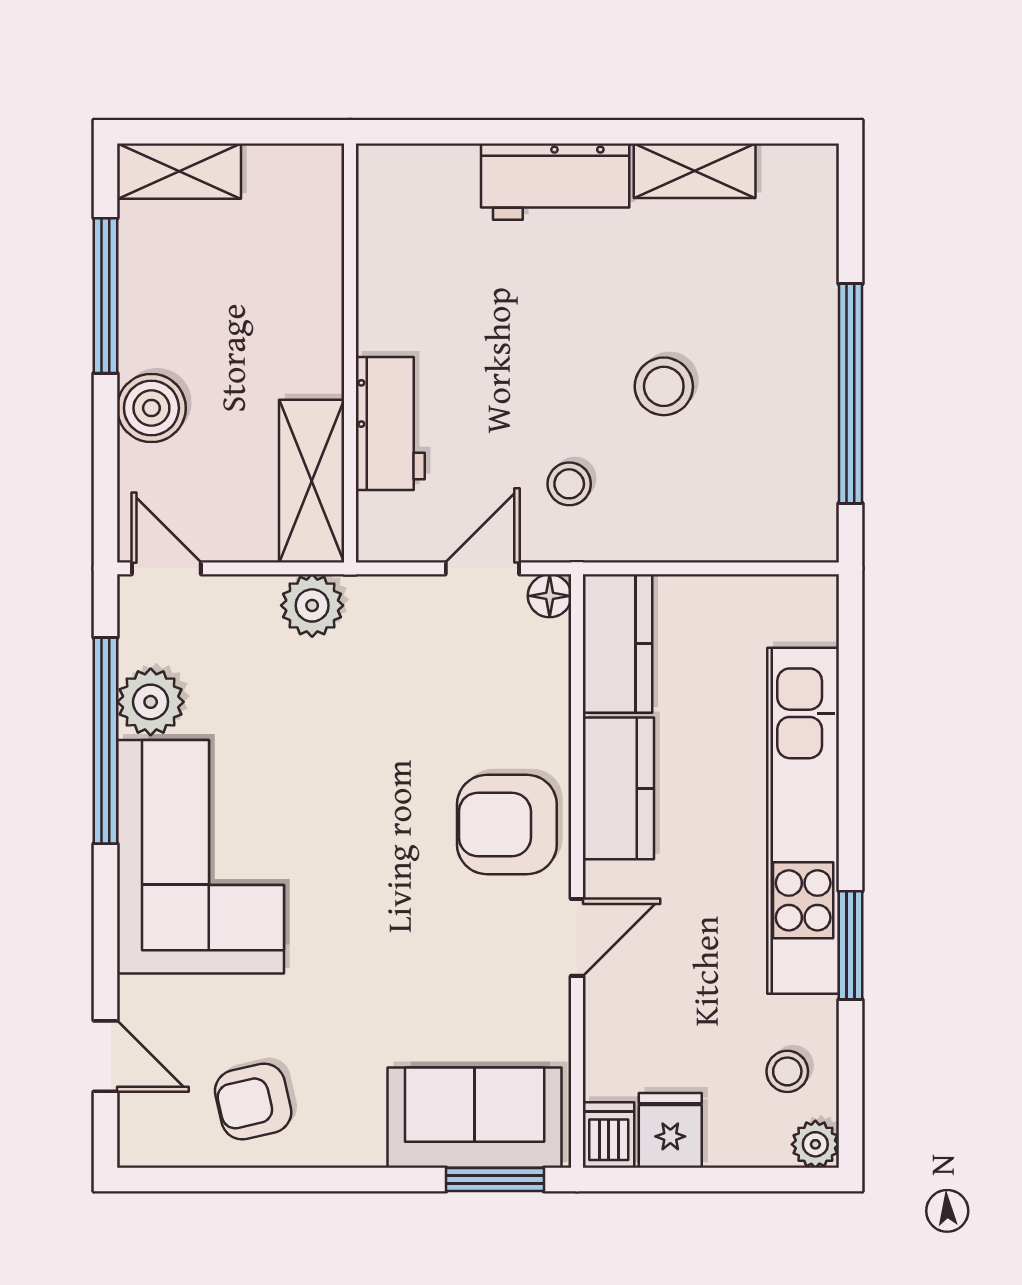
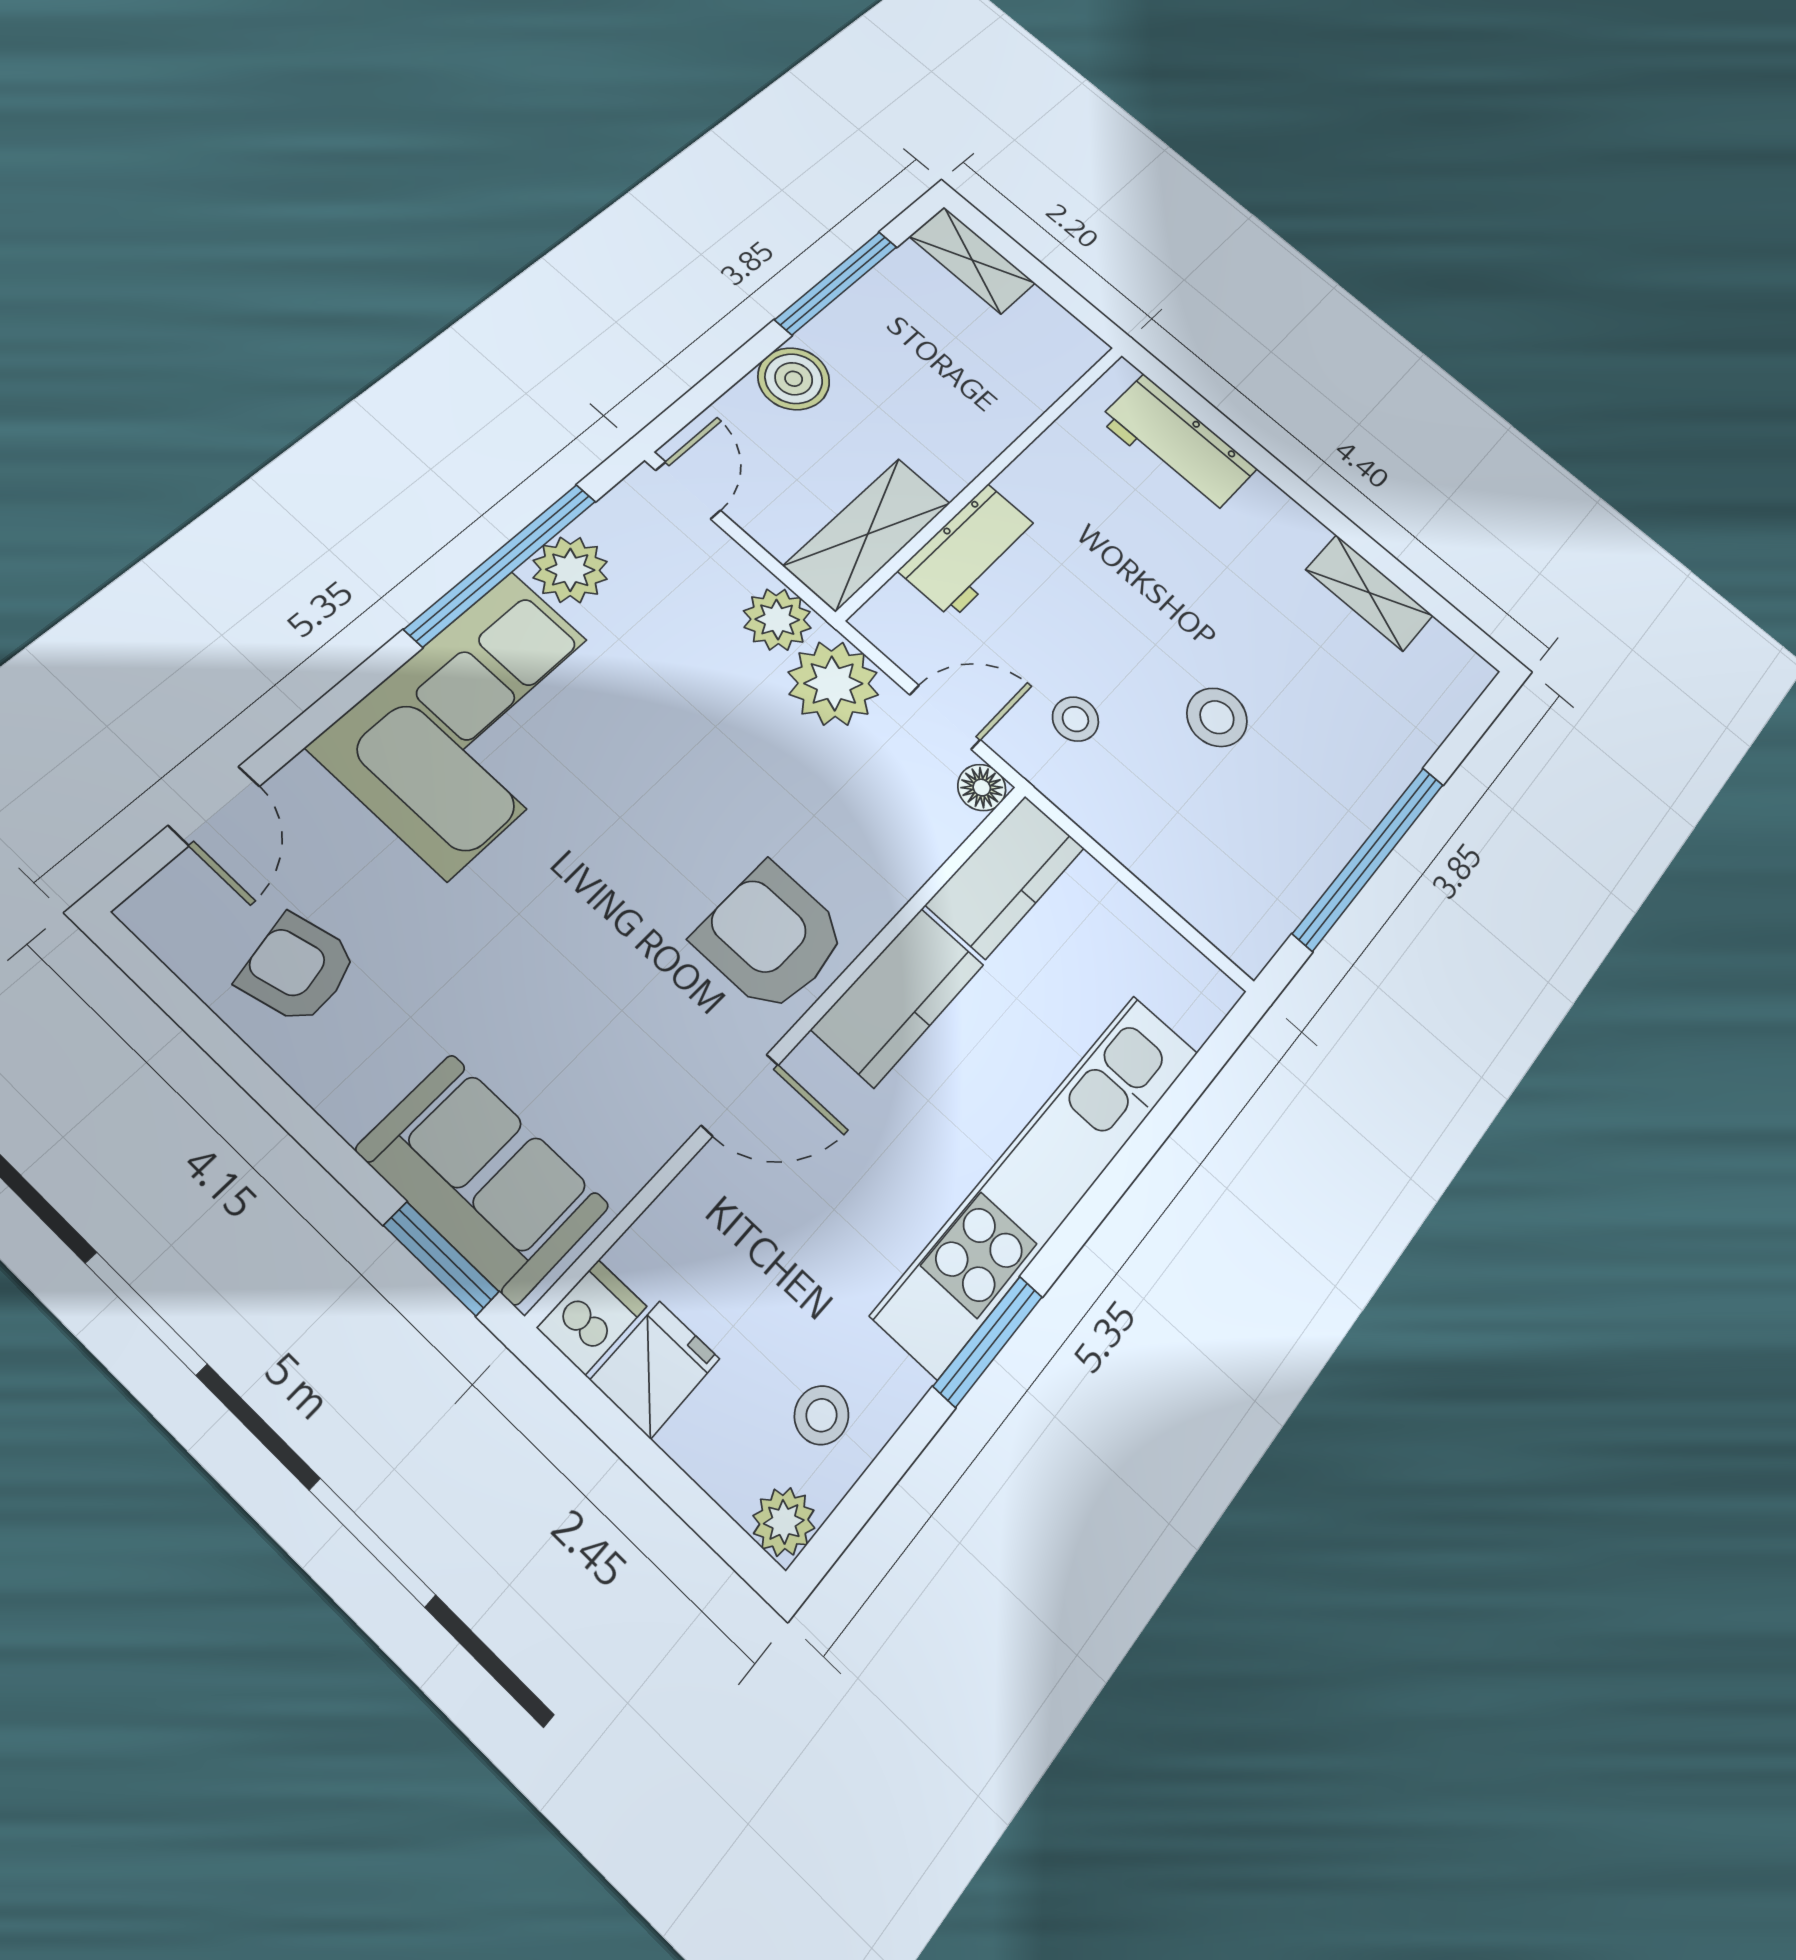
workbench: (555, 182) -> (1178, 444), moved
plant: (390, 616) -> (833, 683), added

